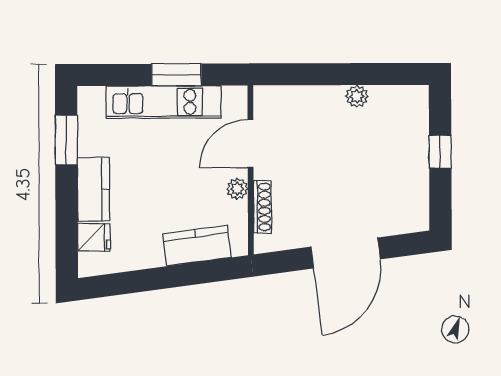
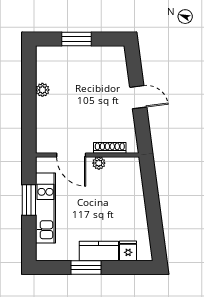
window: (66, 140) -> (86, 268), moved
window: (440, 152) -> (77, 39), width x1.50
kitchen counter: (197, 246) -> (133, 188), removed
door: (345, 253) -> (138, 97), width x0.53

